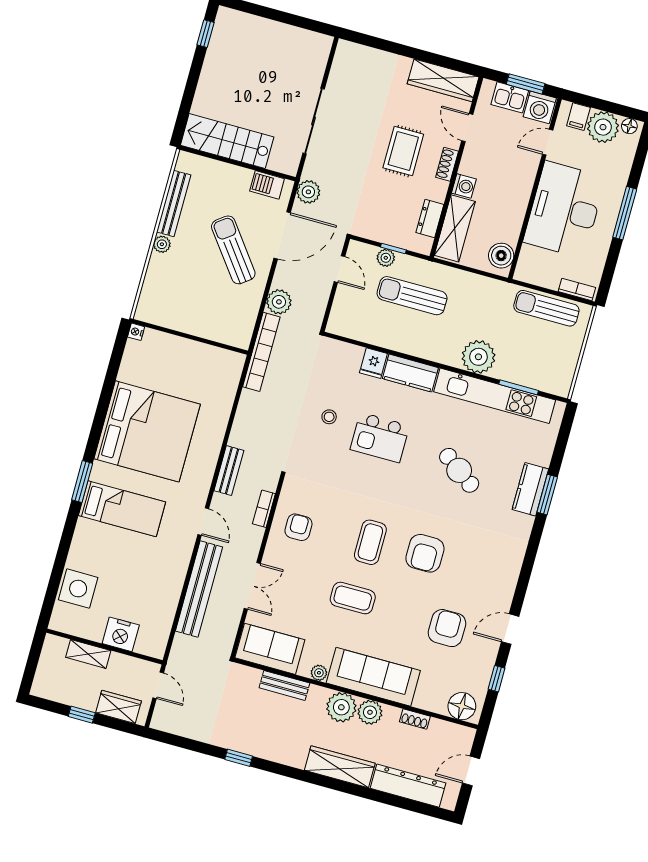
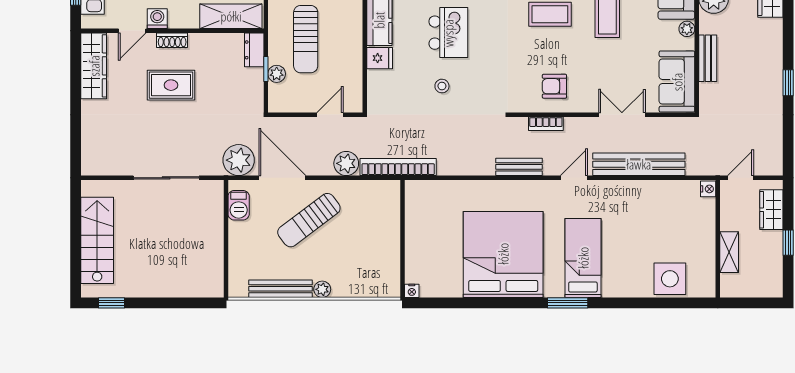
stairs: (227, 141) -> (97, 240), moved, turned 180
washing machine: (464, 186) -> (157, 19), moved
plant: (308, 192) -> (239, 160), width x1.36, depth x1.36
dresser: (430, 218) -> (254, 50), moved, turned 90
door: (339, 269) -> (330, 115), moved
nightstand: (121, 634) -> (708, 189), moved, width x0.53, depth x0.56

